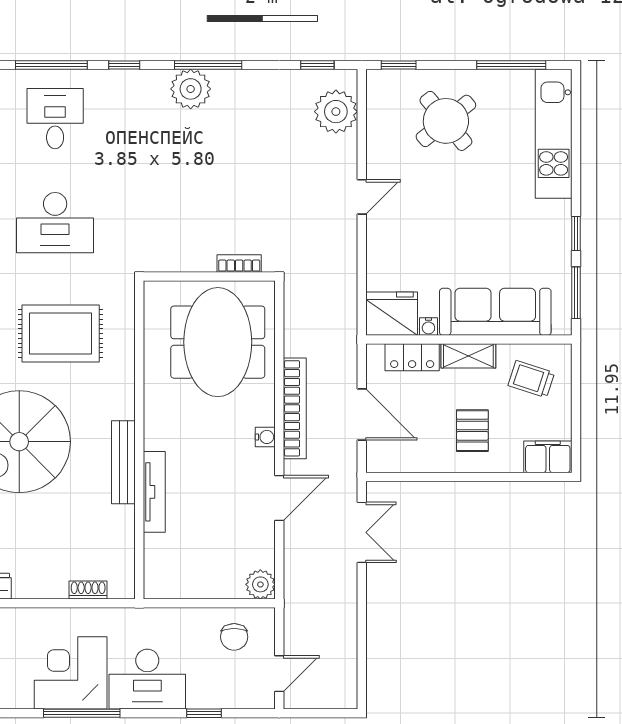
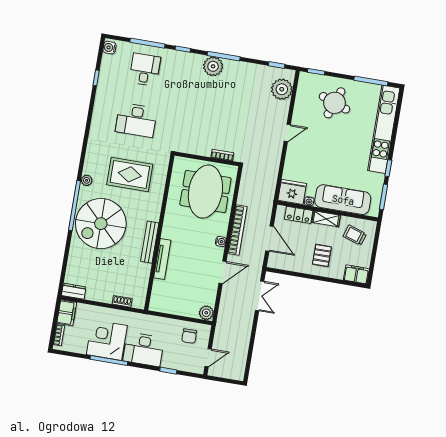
round table: (446, 121) -> (334, 103), turned -31
kitchen unit: (554, 134) -> (384, 129), width x1.36

